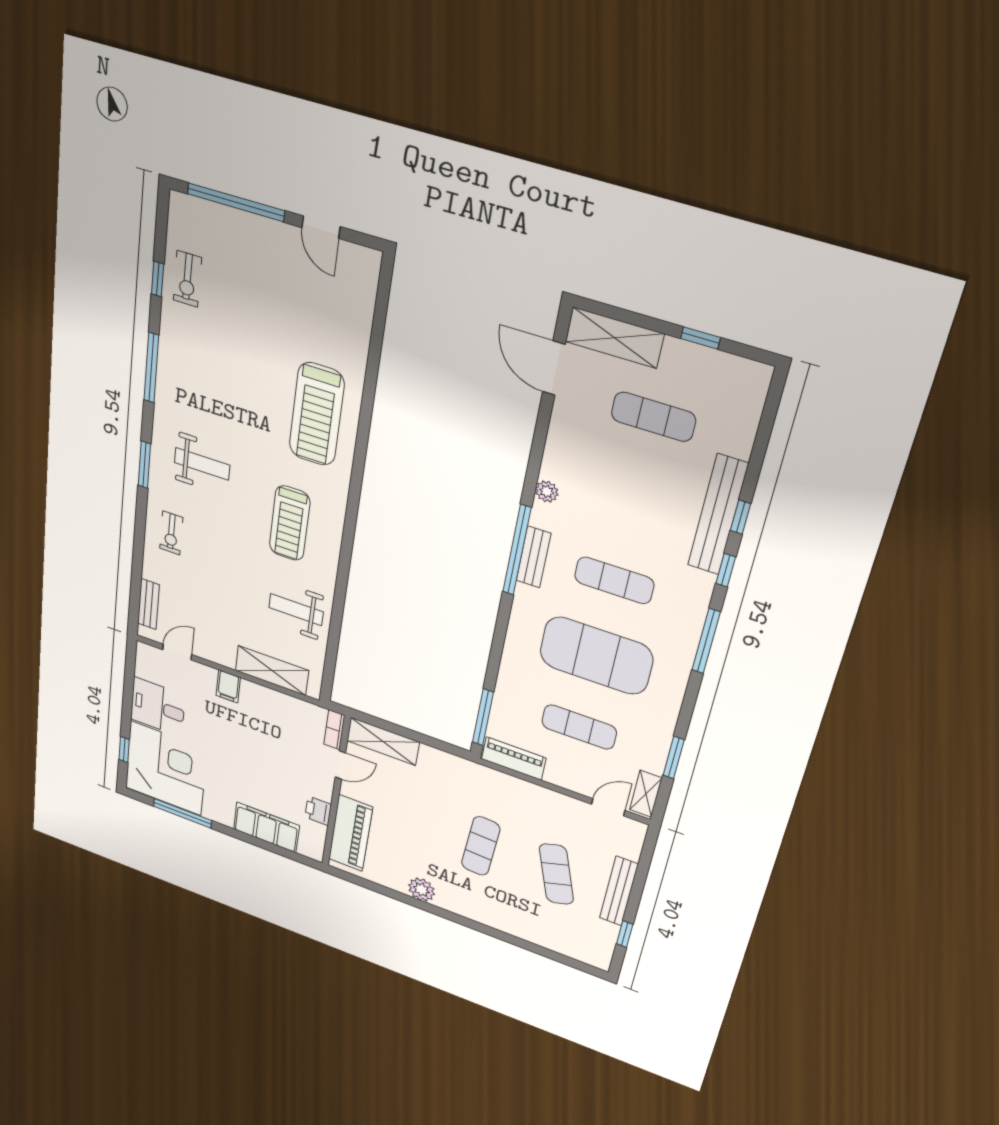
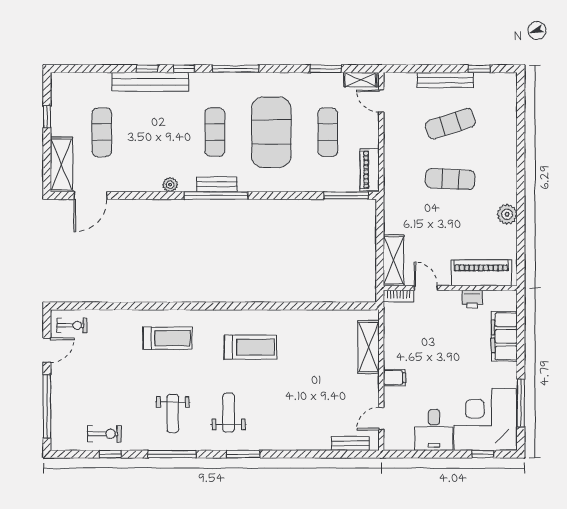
treadmill: (317, 414) -> (168, 338), width x0.73, depth x0.73
exercise bike: (171, 533) -> (72, 325), moved
weight bench: (296, 610) -> (173, 413), moved
door: (177, 652) -> (381, 419), hinge flipped

